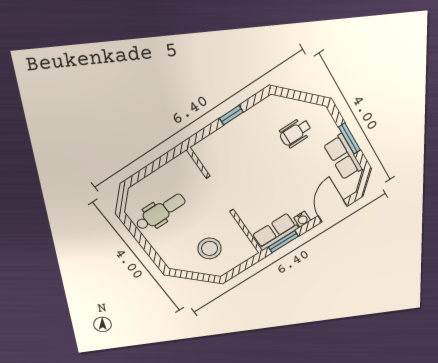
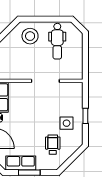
side table: (257, 133) -> (67, 123), added
stool: (210, 248) -> (30, 36), moved

